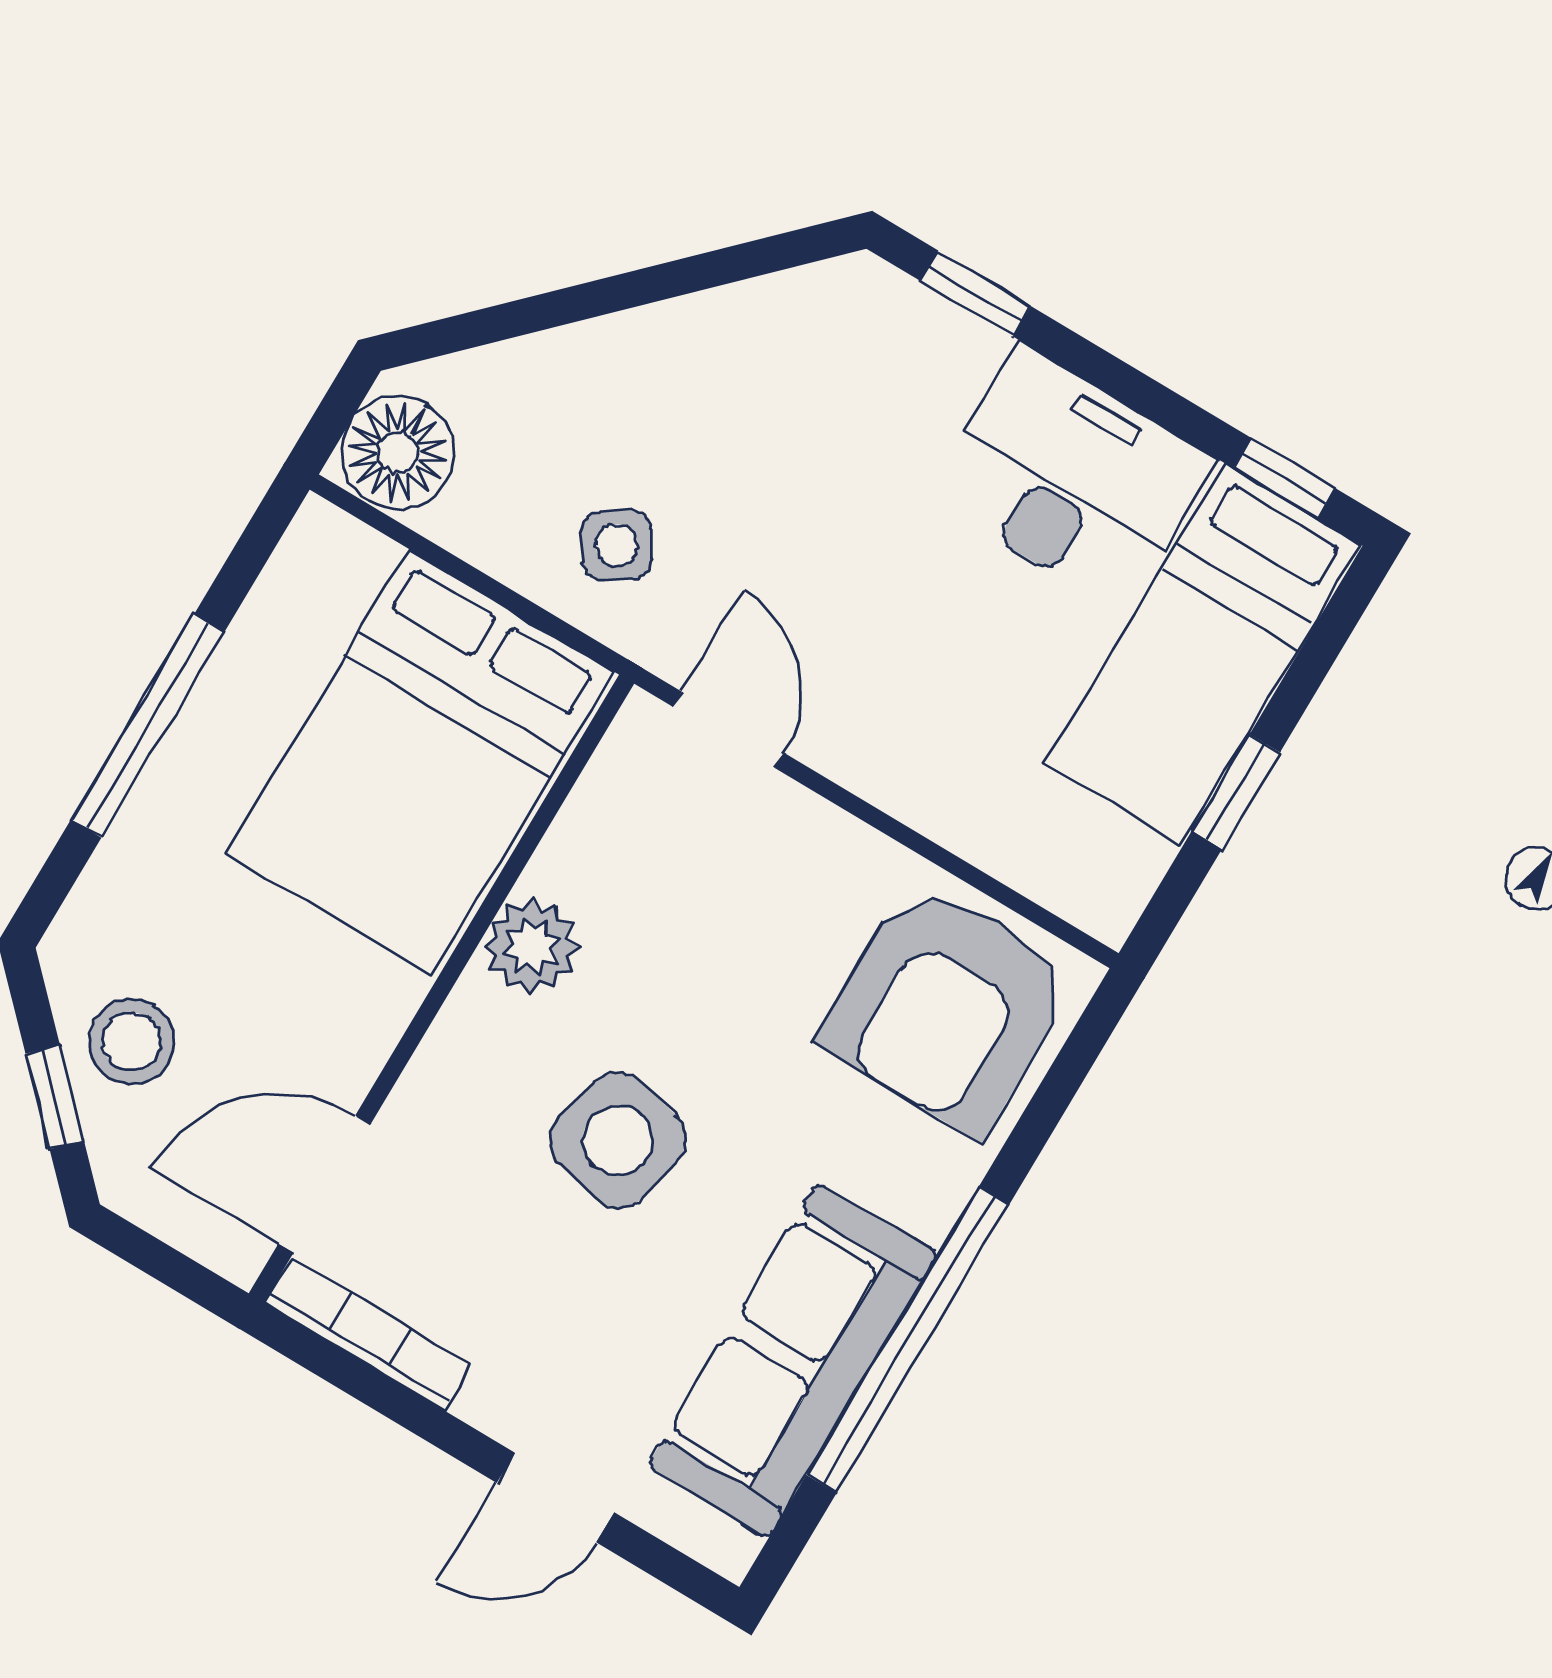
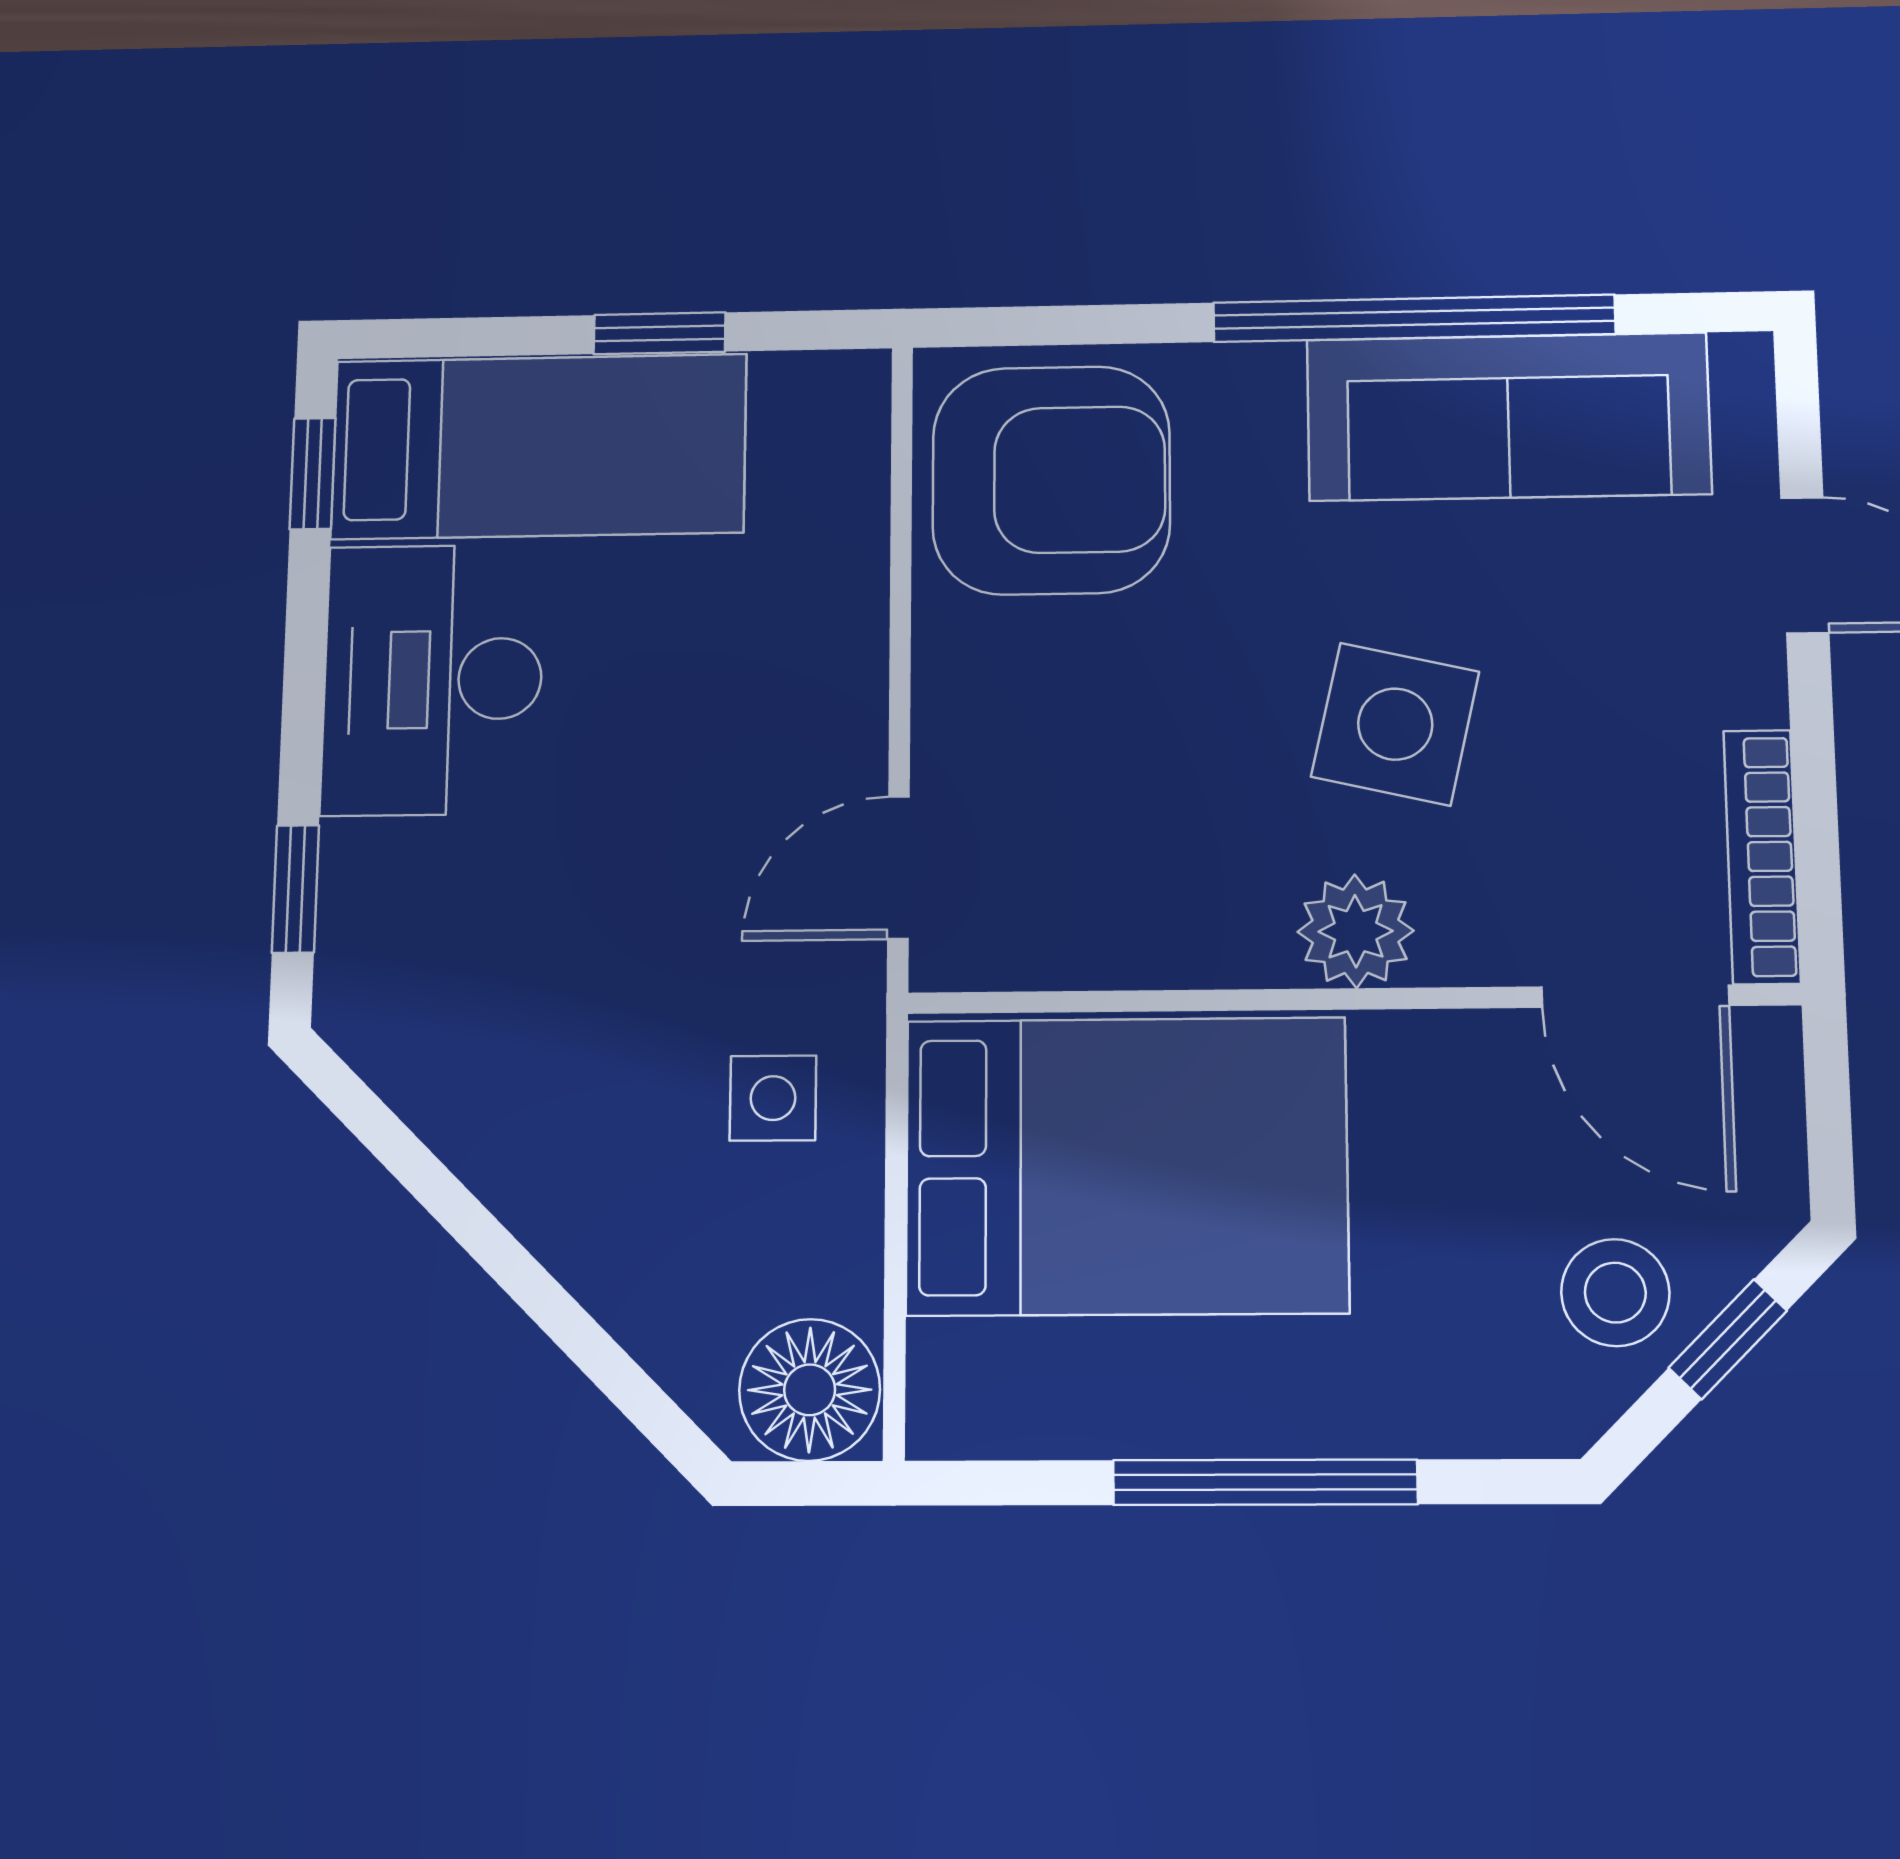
side table: (617, 545) -> (773, 1098), turned 33
plant: (532, 947) -> (1356, 931), moved

